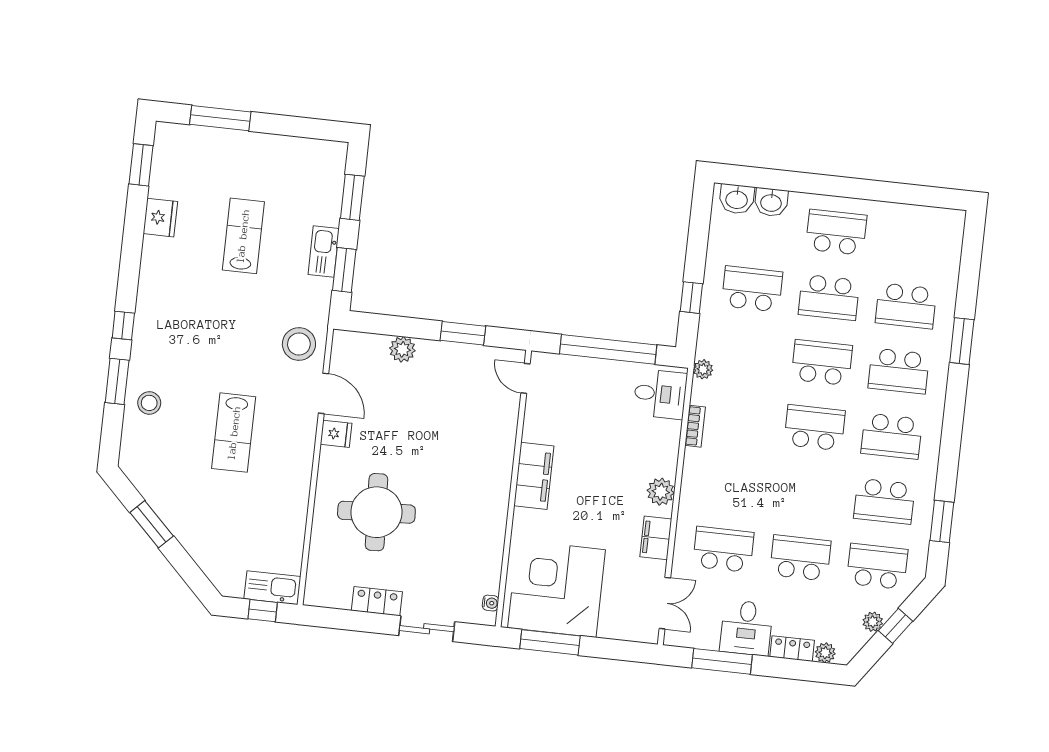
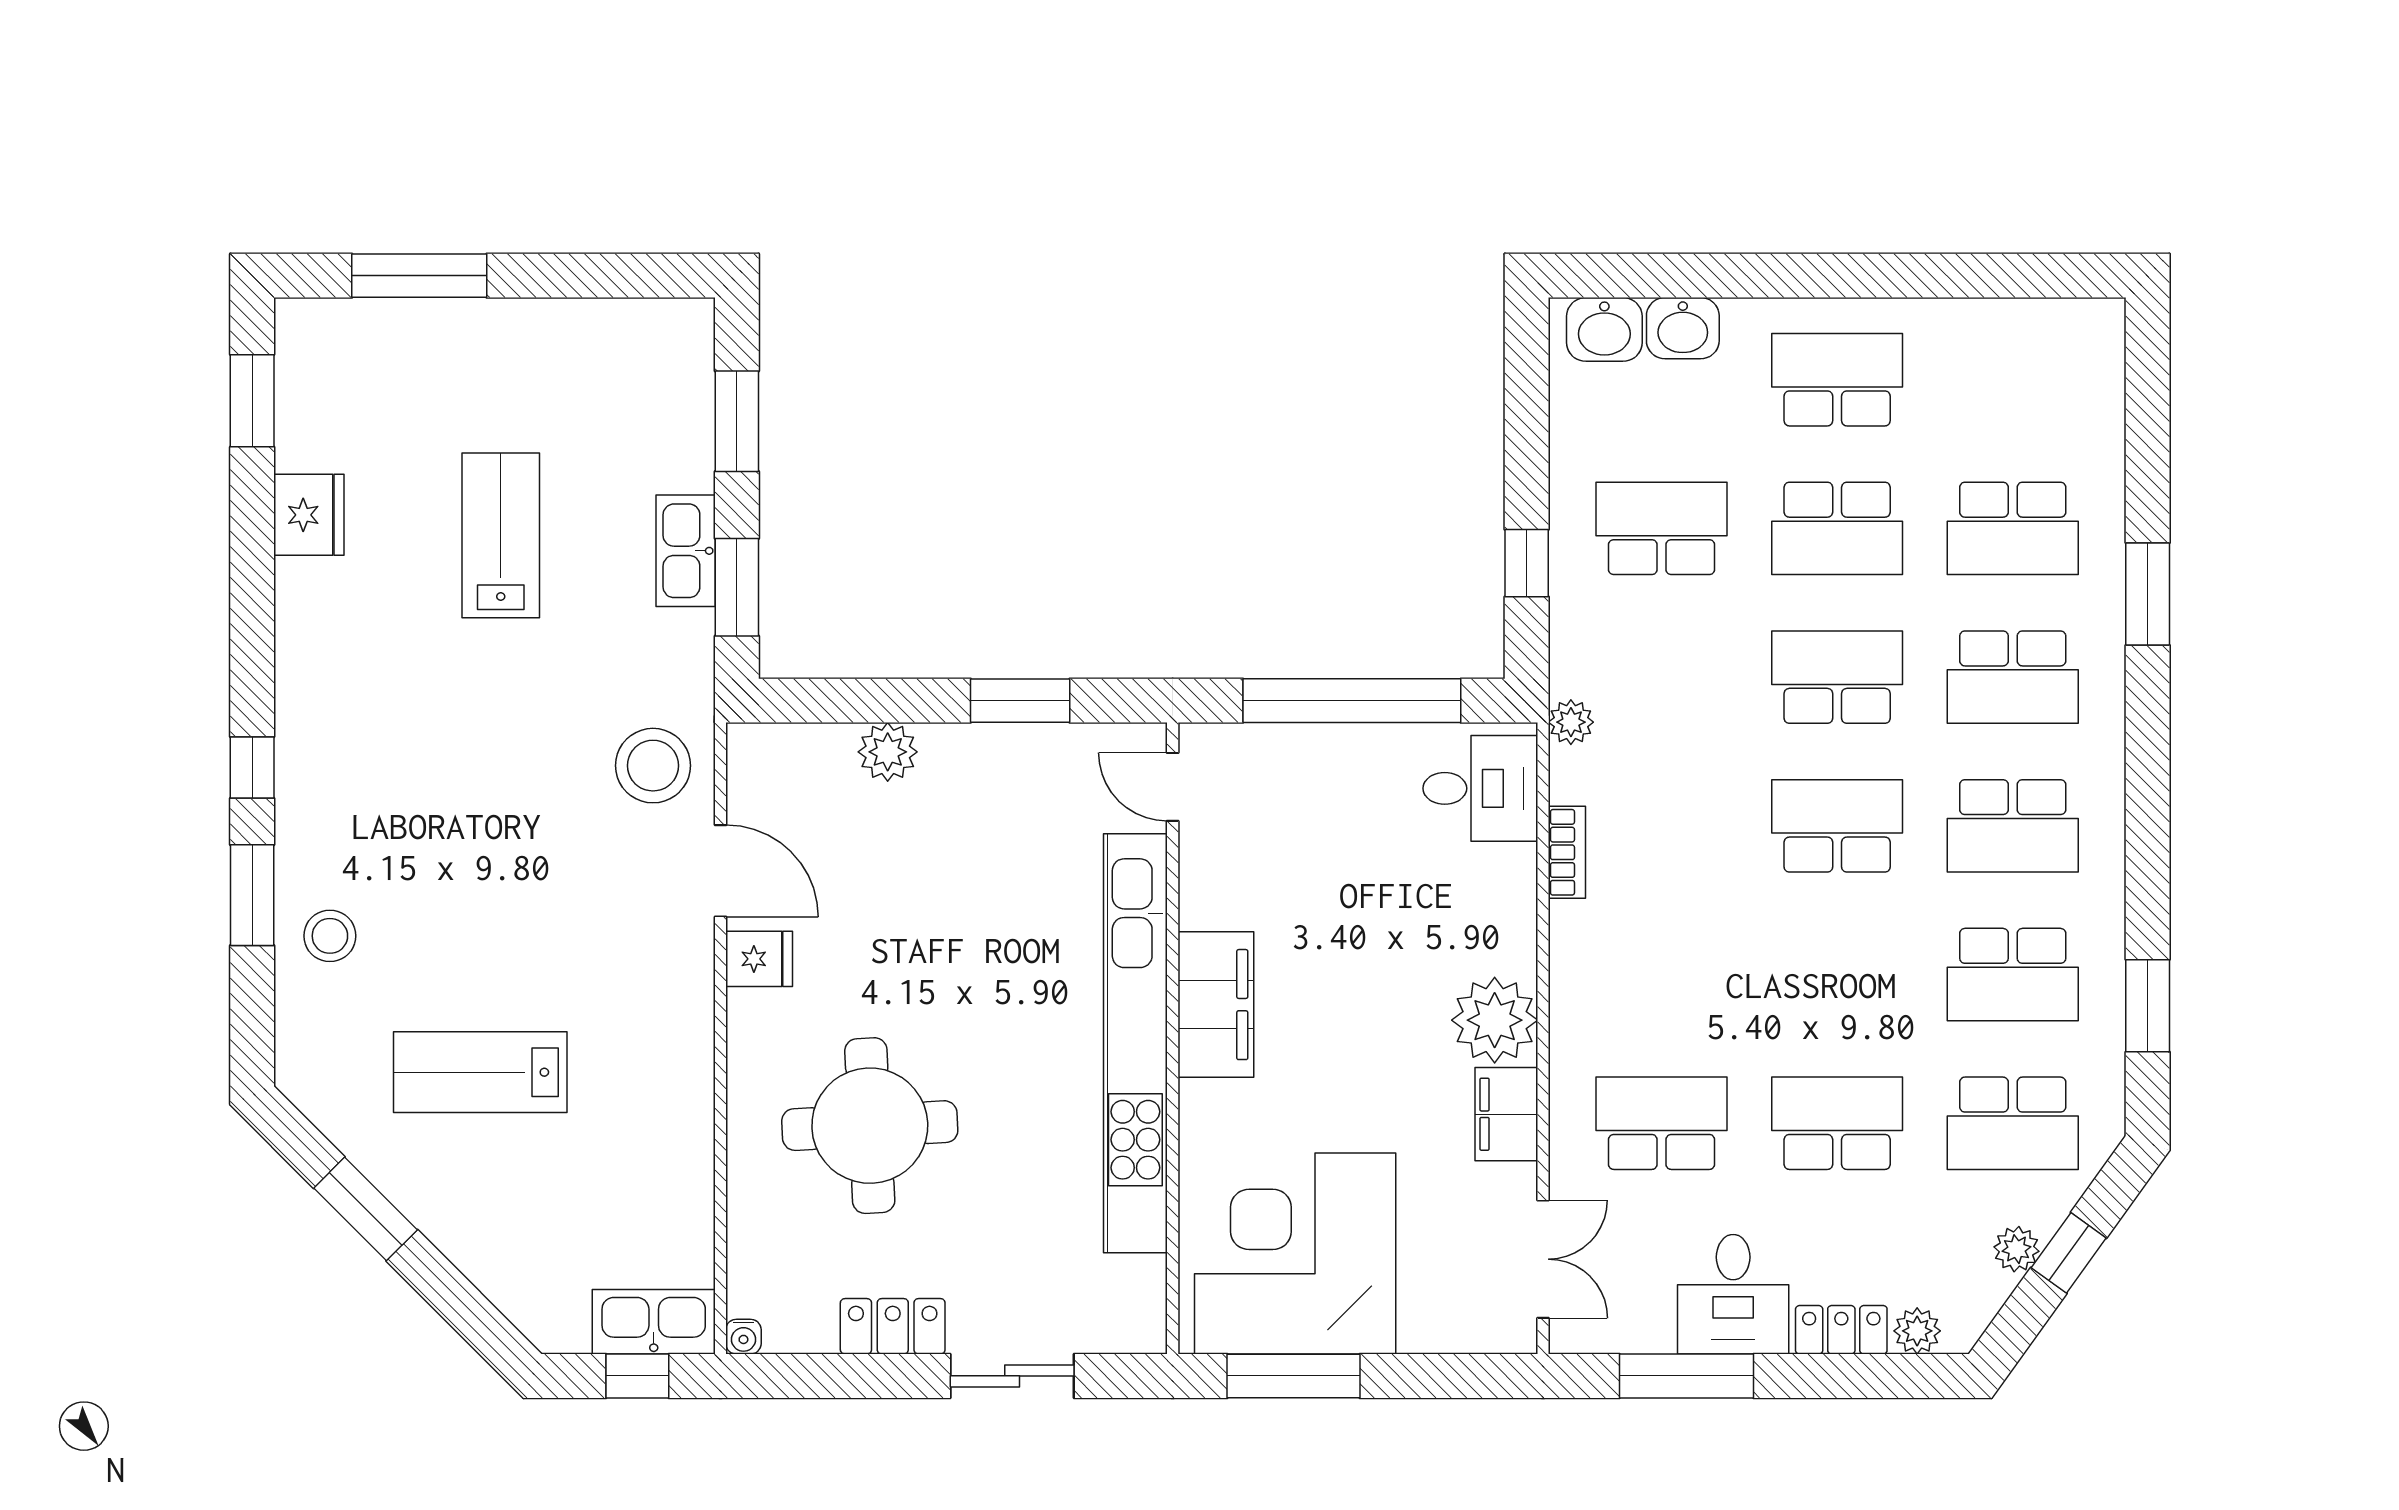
lab bench: (234, 433) -> (480, 1072), moved, turned 90
kitchen unit: (497, 489) -> (1135, 1043), added
plant: (661, 492) -> (1495, 1020), width x1.36, depth x1.36
school desk: (877, 566) -> (2013, 1123), turned 180
water cooler: (491, 603) -> (743, 1337), moved, turned 90

